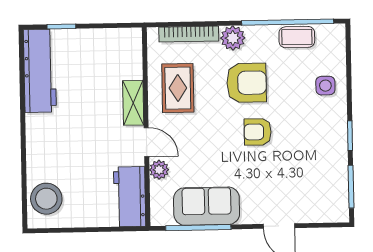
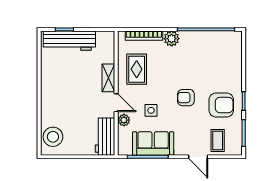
coffee table: (297, 37) -> (218, 140), moved, turned 90
workbench: (40, 71) -> (69, 41), moved, turned 90
armchair: (247, 83) -> (221, 105), moved
side table: (325, 86) -> (151, 110), moved

